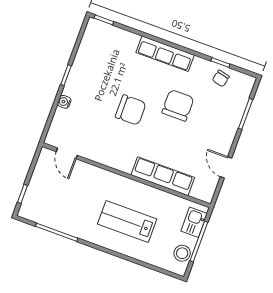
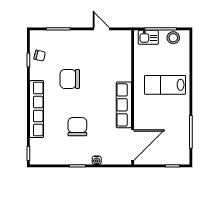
row of seats: (165, 54) -> (37, 109), width x1.36
chair: (131, 110) -> (77, 127), moved
door: (67, 153) -> (133, 145), width x1.87
door: (226, 167) -> (101, 29), swing flipped
row of seats: (163, 176) -> (124, 105), moved
lab bench: (127, 221) -> (165, 85), turned 90

